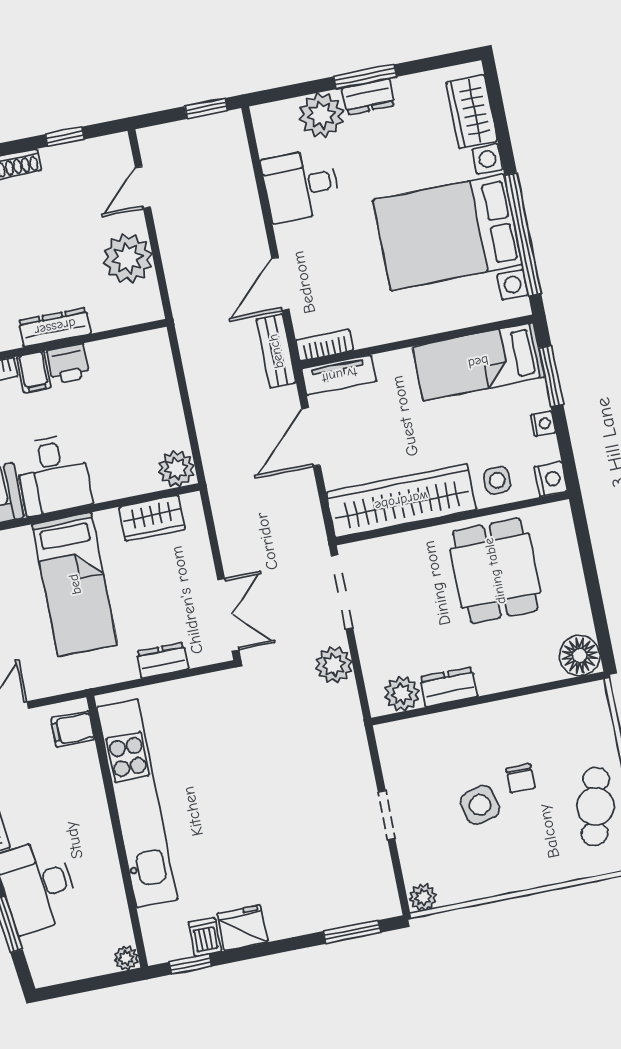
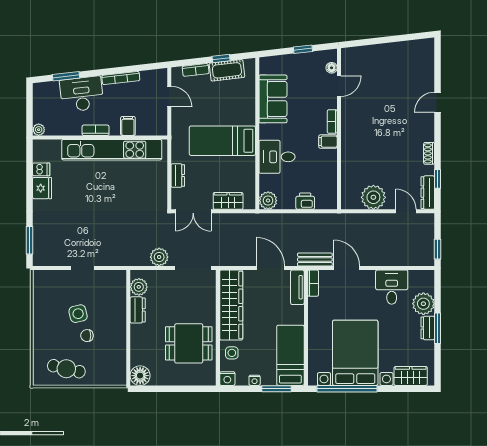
dresser: (55, 327) -> (428, 193), moved, turned 180
printer: (68, 364) -> (305, 201), moved, turned 90
desk: (53, 475) -> (277, 157), moved
wardrobe: (152, 518) -> (228, 201), moved, turned 90
filing cabinet: (73, 729) -> (128, 126), moved
bookcase: (105, 843) -> (96, 130), added
plant: (423, 897) -> (39, 278), removed
window: (190, 964) -> (30, 160), removed

